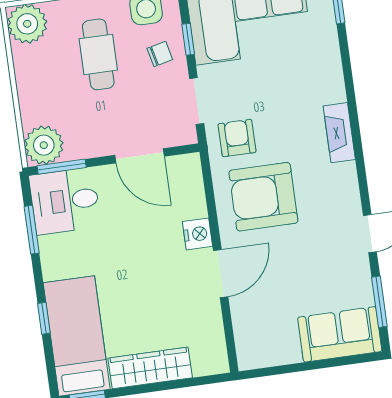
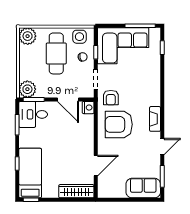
cafe table: (98, 54) -> (56, 53), width x1.37, depth x1.35
fireplace: (339, 133) -> (155, 119), moved
armchair: (237, 138) -> (111, 98), turned 180
nightstand: (198, 234) -> (88, 108), moved
door: (221, 274) -> (96, 166), moved
wardrobe: (150, 368) -> (76, 191), moved

